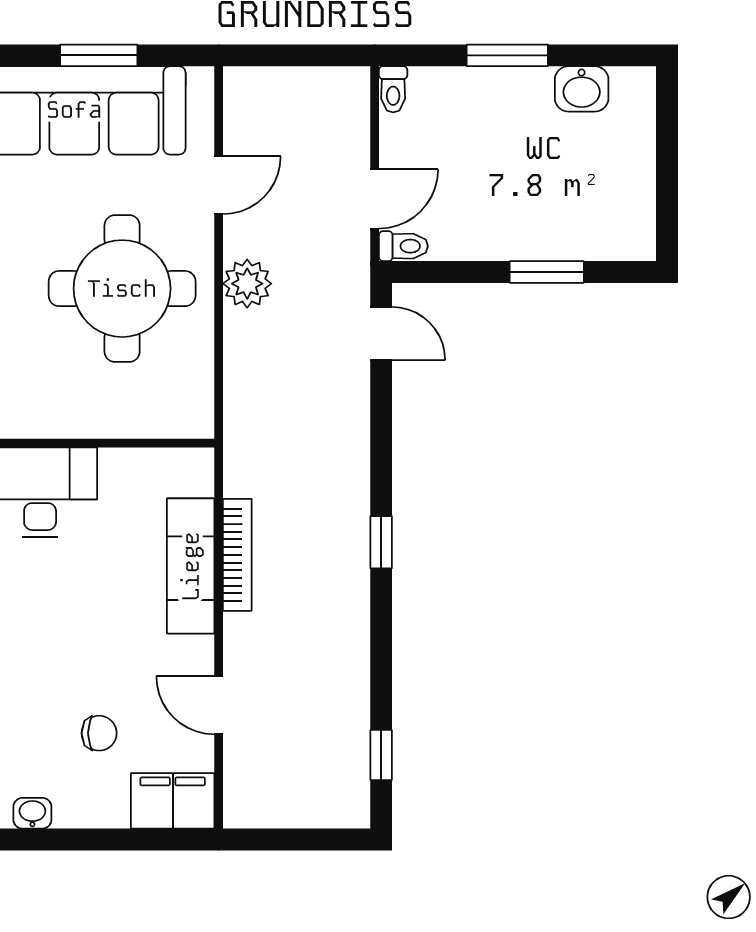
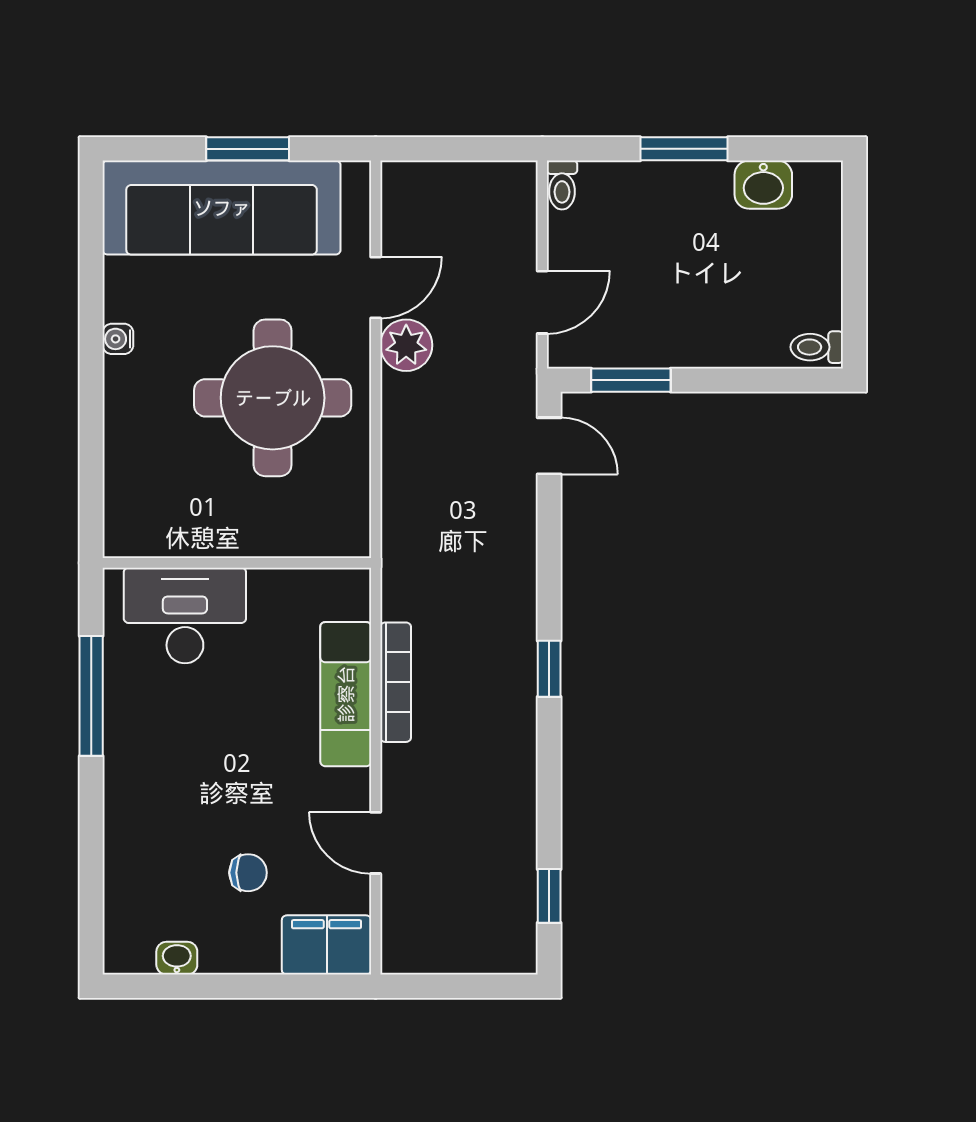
toilet: (403, 246) -> (817, 347), moved, turned 180
window: (547, 272) -> (631, 380), moved
plant: (247, 284) -> (406, 345), moved

